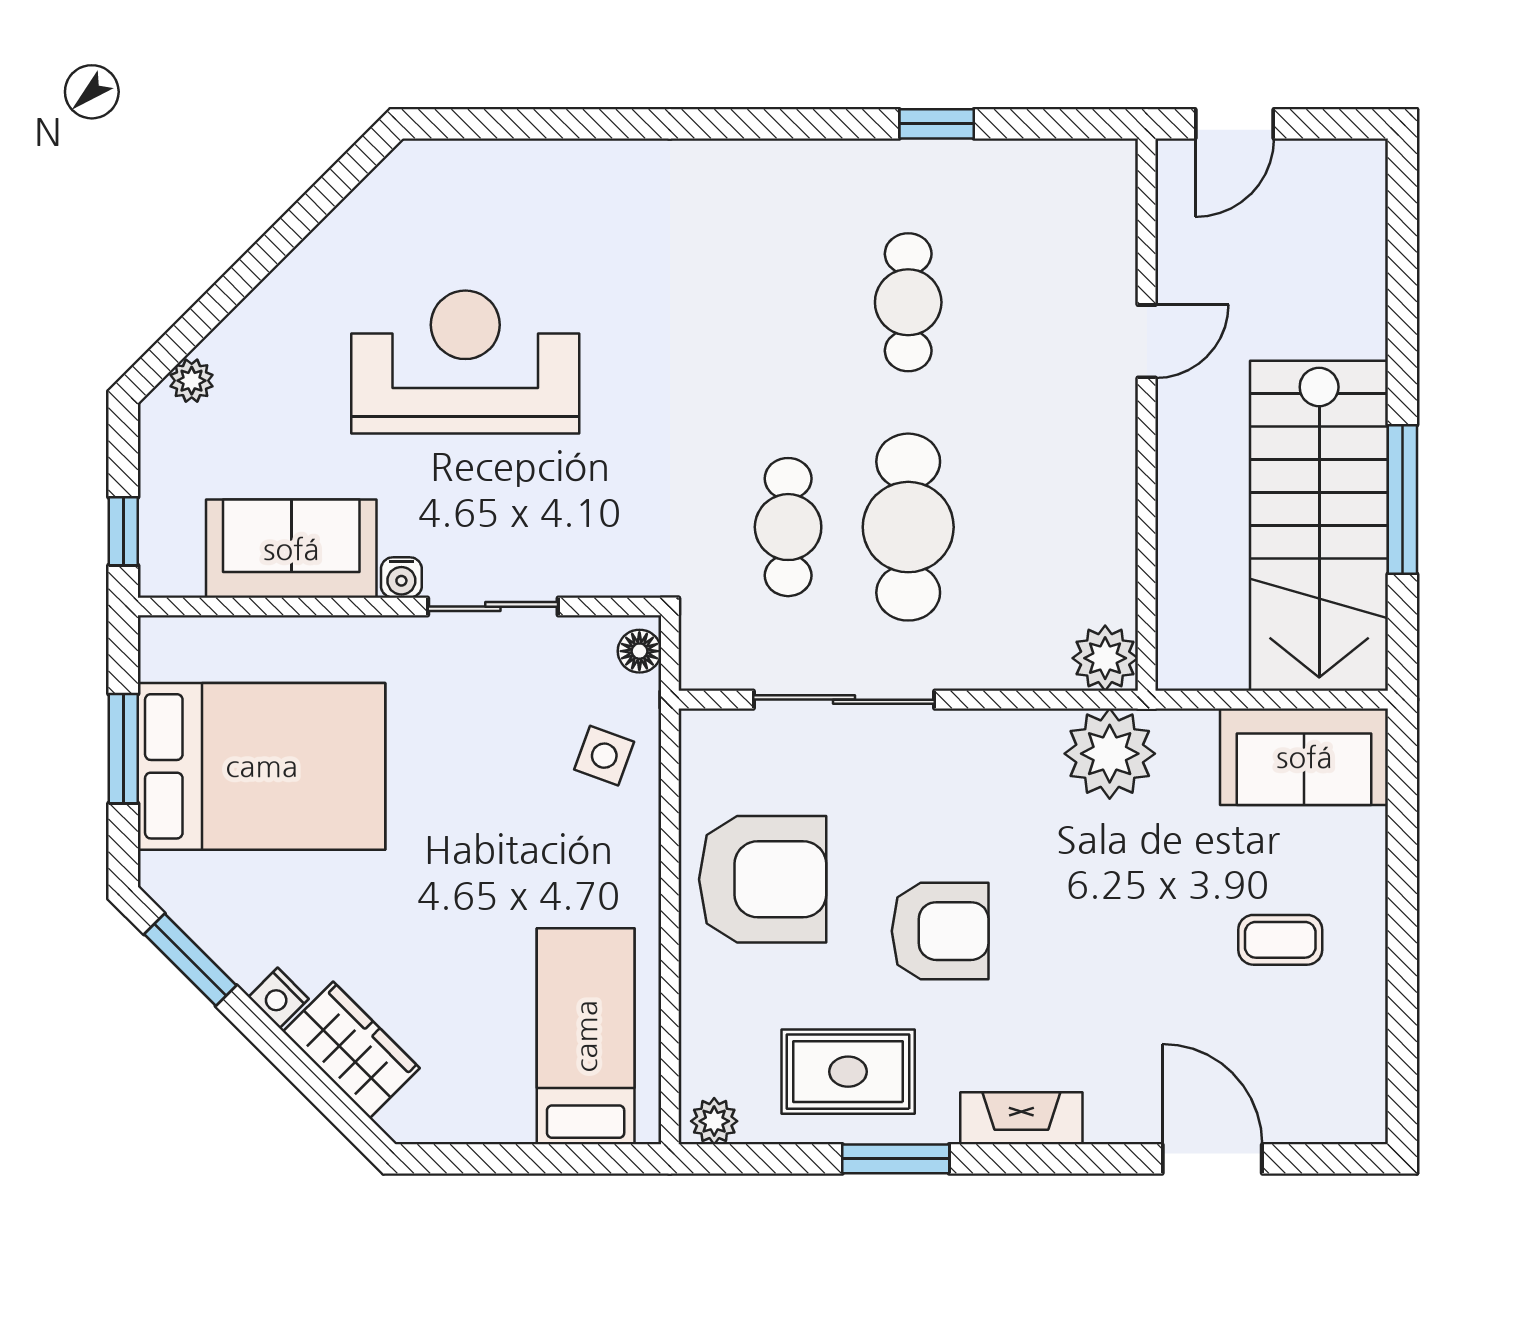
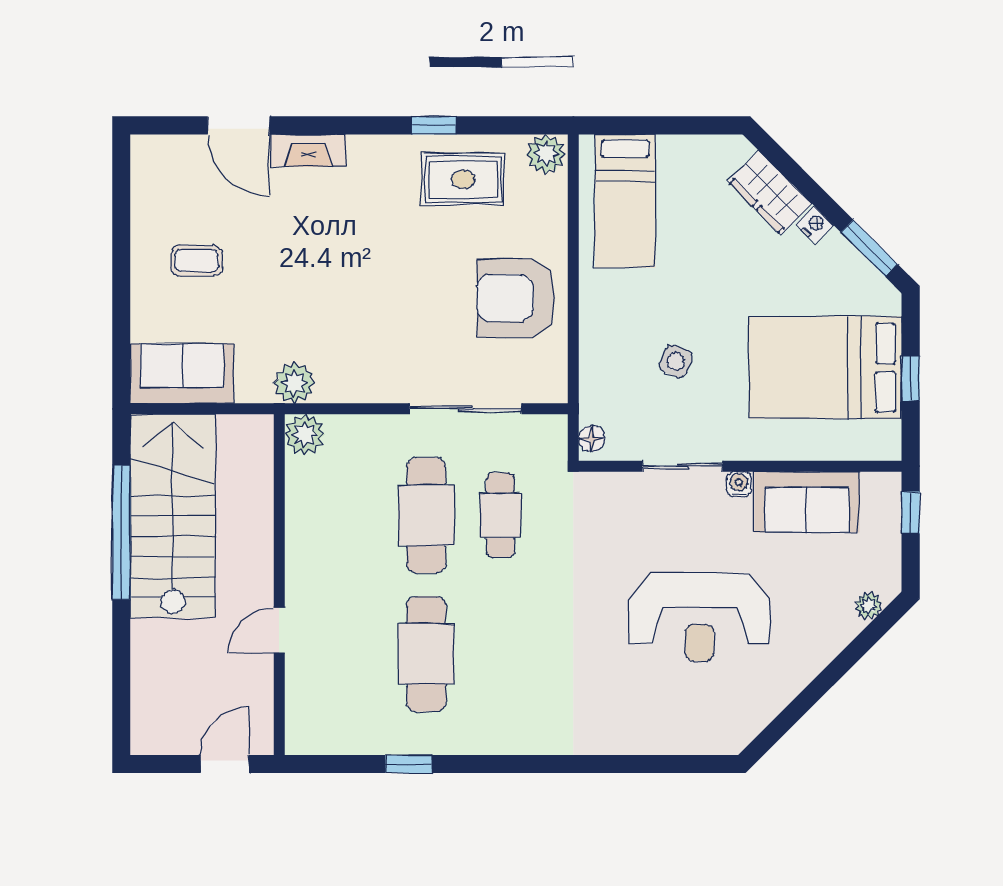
cafe table: (908, 302) -> (426, 654), width x1.37, depth x1.35
window: (1402, 499) -> (121, 532), width x1.46
window: (123, 749) -> (911, 379), width x0.67
plant: (1110, 754) -> (294, 383), width x0.73, depth x0.73
side table: (604, 756) -> (676, 361), moved
armchair: (940, 931) -> (407, 266), removed
fireplace: (1021, 1118) -> (308, 150), moved
plant: (714, 1121) -> (546, 154), width x1.38, depth x1.38
window: (896, 1159) -> (434, 125), width x0.67

